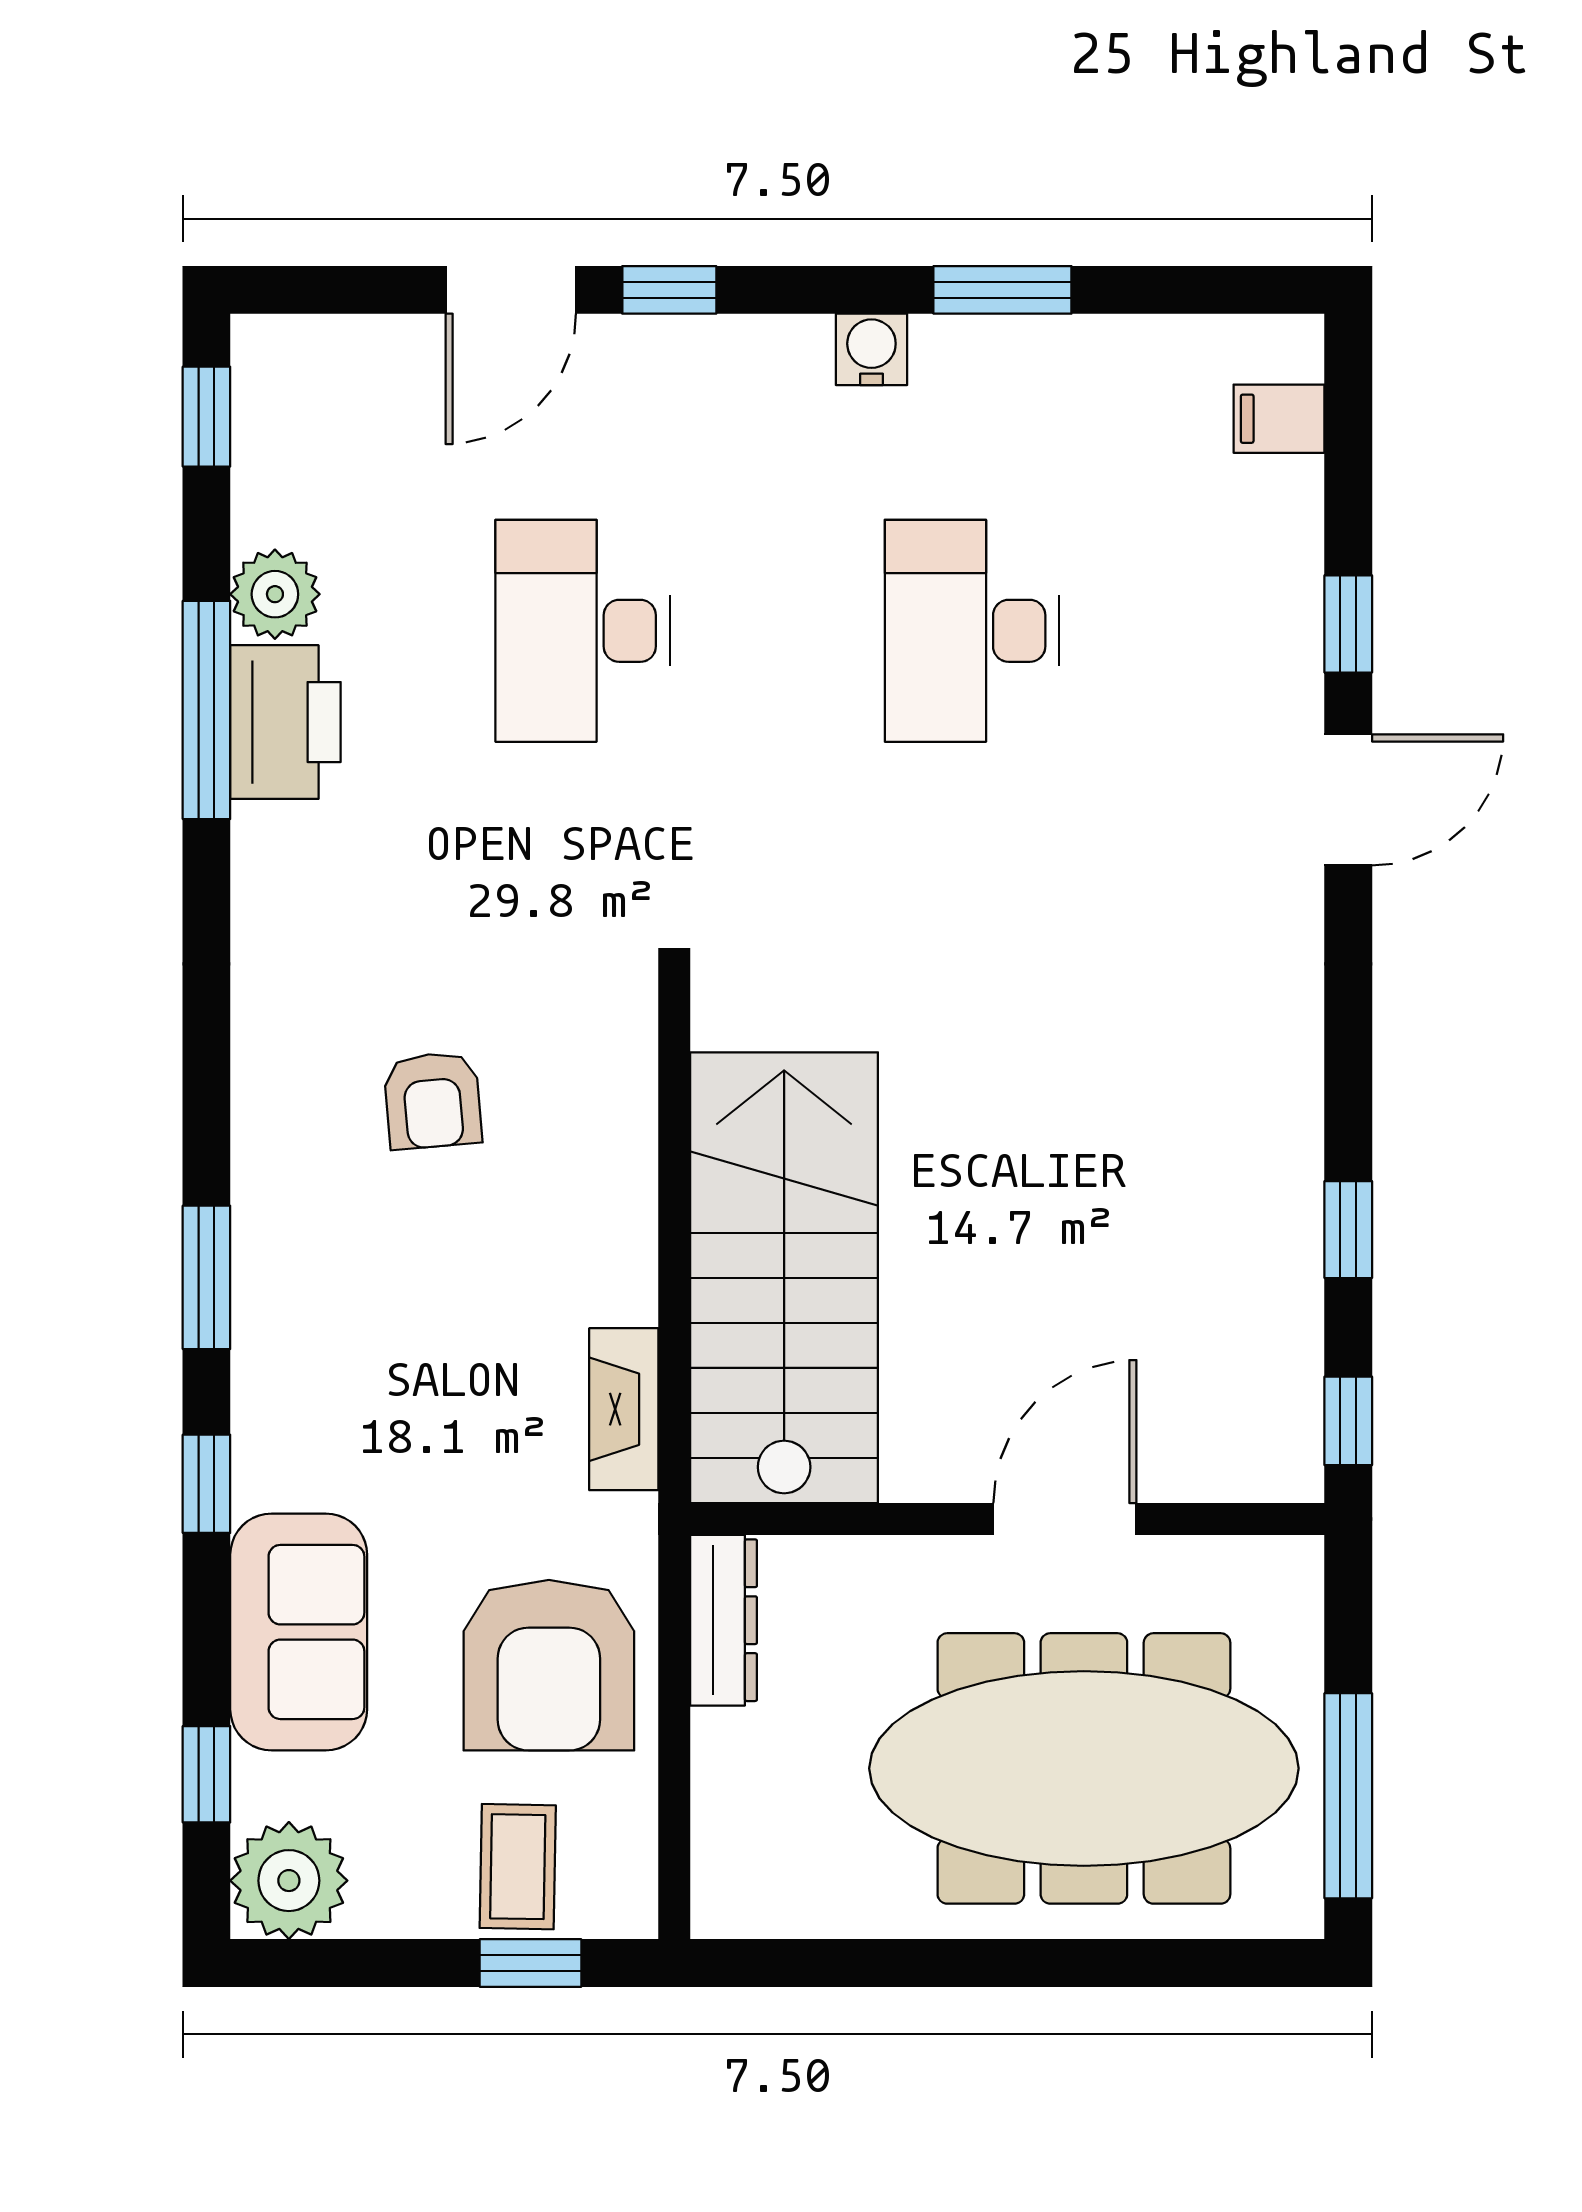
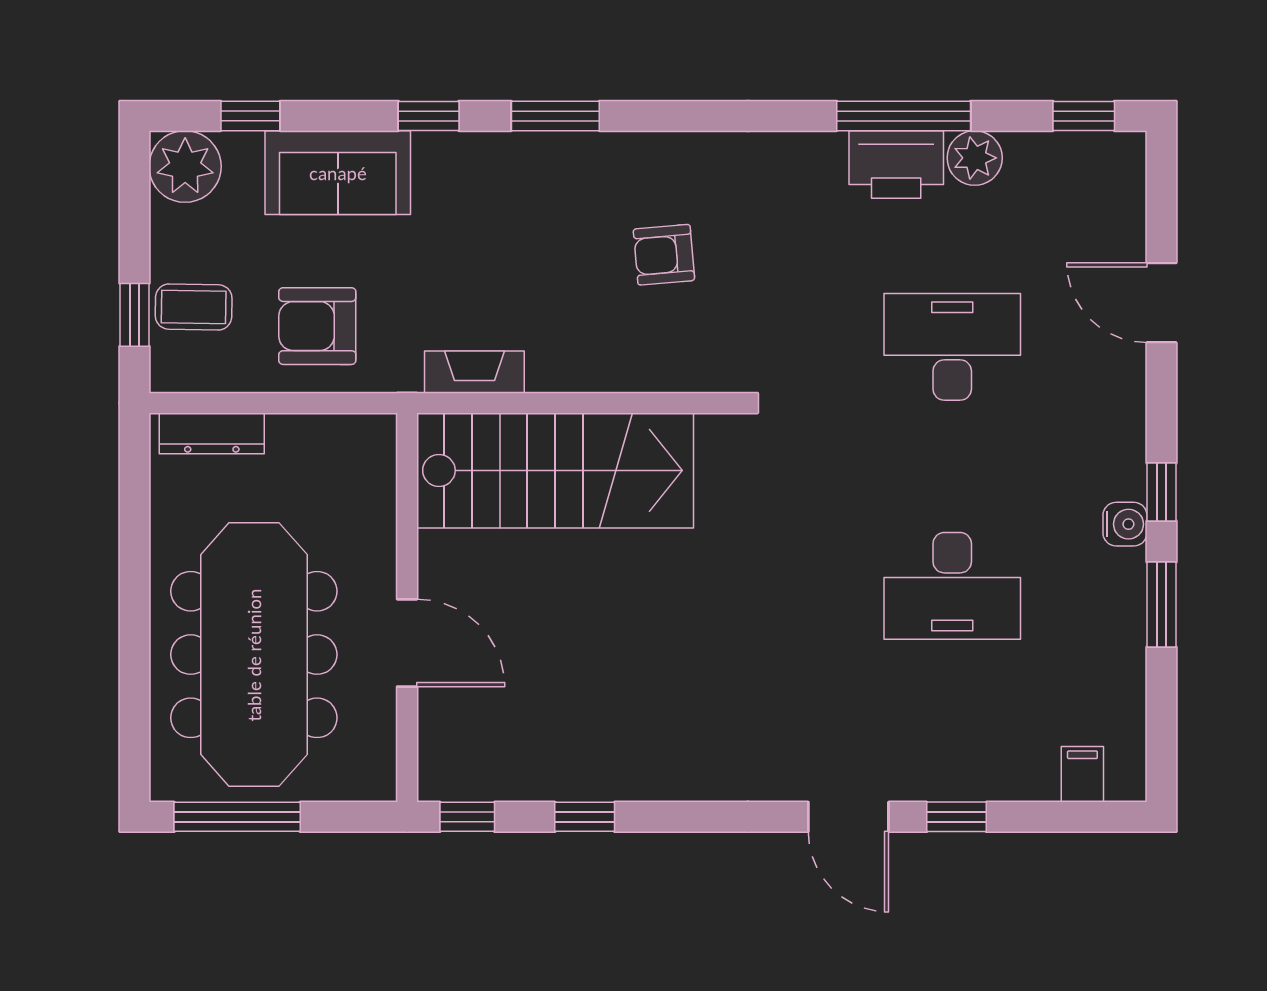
window: (669, 290) -> (1161, 492), moved
desk: (972, 631) -> (952, 586), turned 180
dresser: (724, 1620) -> (212, 433), moved
armchair: (549, 1665) -> (317, 326), width x0.73, depth x0.73

